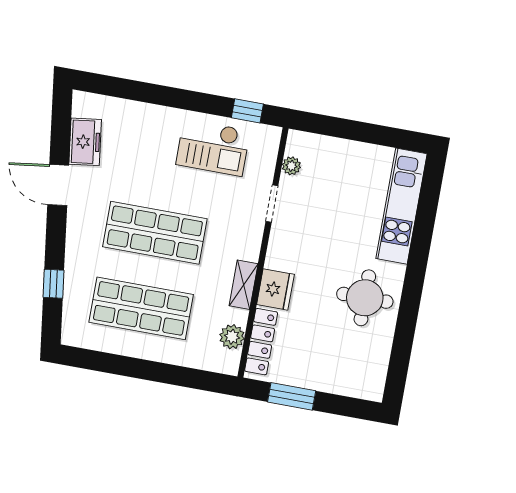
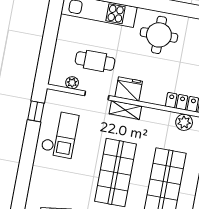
cafe table: (325, 201) -> (95, 61), added
shelving: (244, 285) -> (125, 110), moved
fridge: (275, 289) -> (129, 89), moved

